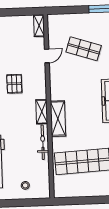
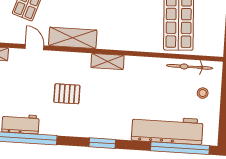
shelving: (58, 119) -> (73, 38), moved
bicycle: (43, 142) -> (190, 67), moved

